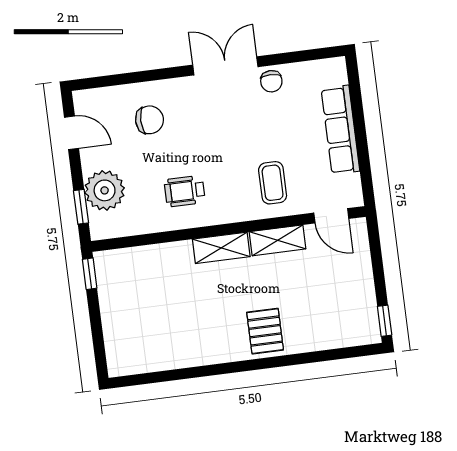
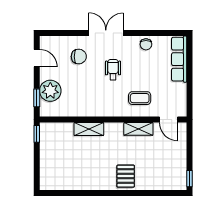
double door: (225, 66) -> (106, 33), moved
row of seats: (340, 130) -> (179, 59), moved
coffee table: (273, 183) -> (140, 98), turned 90
wheelchair: (185, 191) -> (113, 70), moved, turned 90
shelving: (221, 248) -> (89, 129), moved

